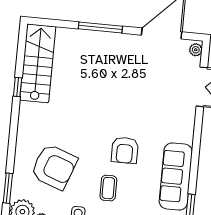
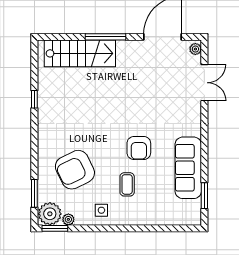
stairs: (38, 63) -> (80, 53), moved, turned 90
armchair: (54, 167) -> (75, 170), turned 134

